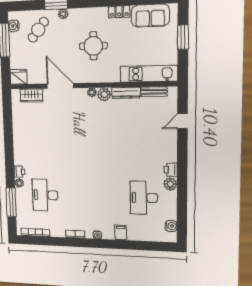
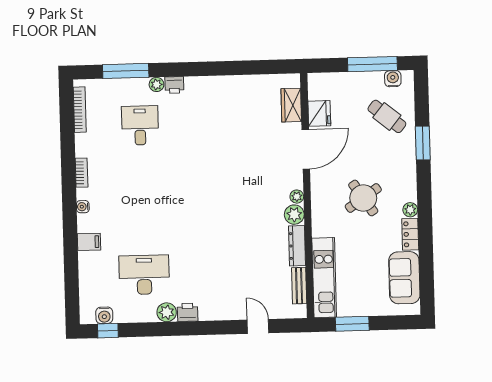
plant: (63, 14) -> (410, 210), moved
window: (183, 37) -> (352, 324), moved
round table: (93, 46) -> (363, 198), turned -34
fridge: (19, 77) -> (319, 113), moved
desk: (45, 195) -> (140, 125), width x0.73
window: (182, 224) -> (108, 331), added

